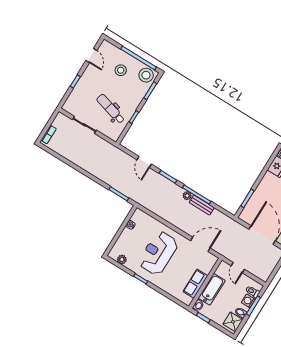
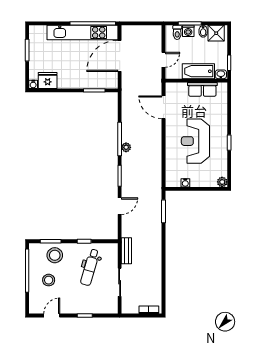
stool: (146, 75) -> (55, 255), moved
bench: (202, 205) -> (126, 251), moved
reception desk: (158, 253) -> (195, 141), turned 90
plant: (122, 260) -> (222, 182), moved

